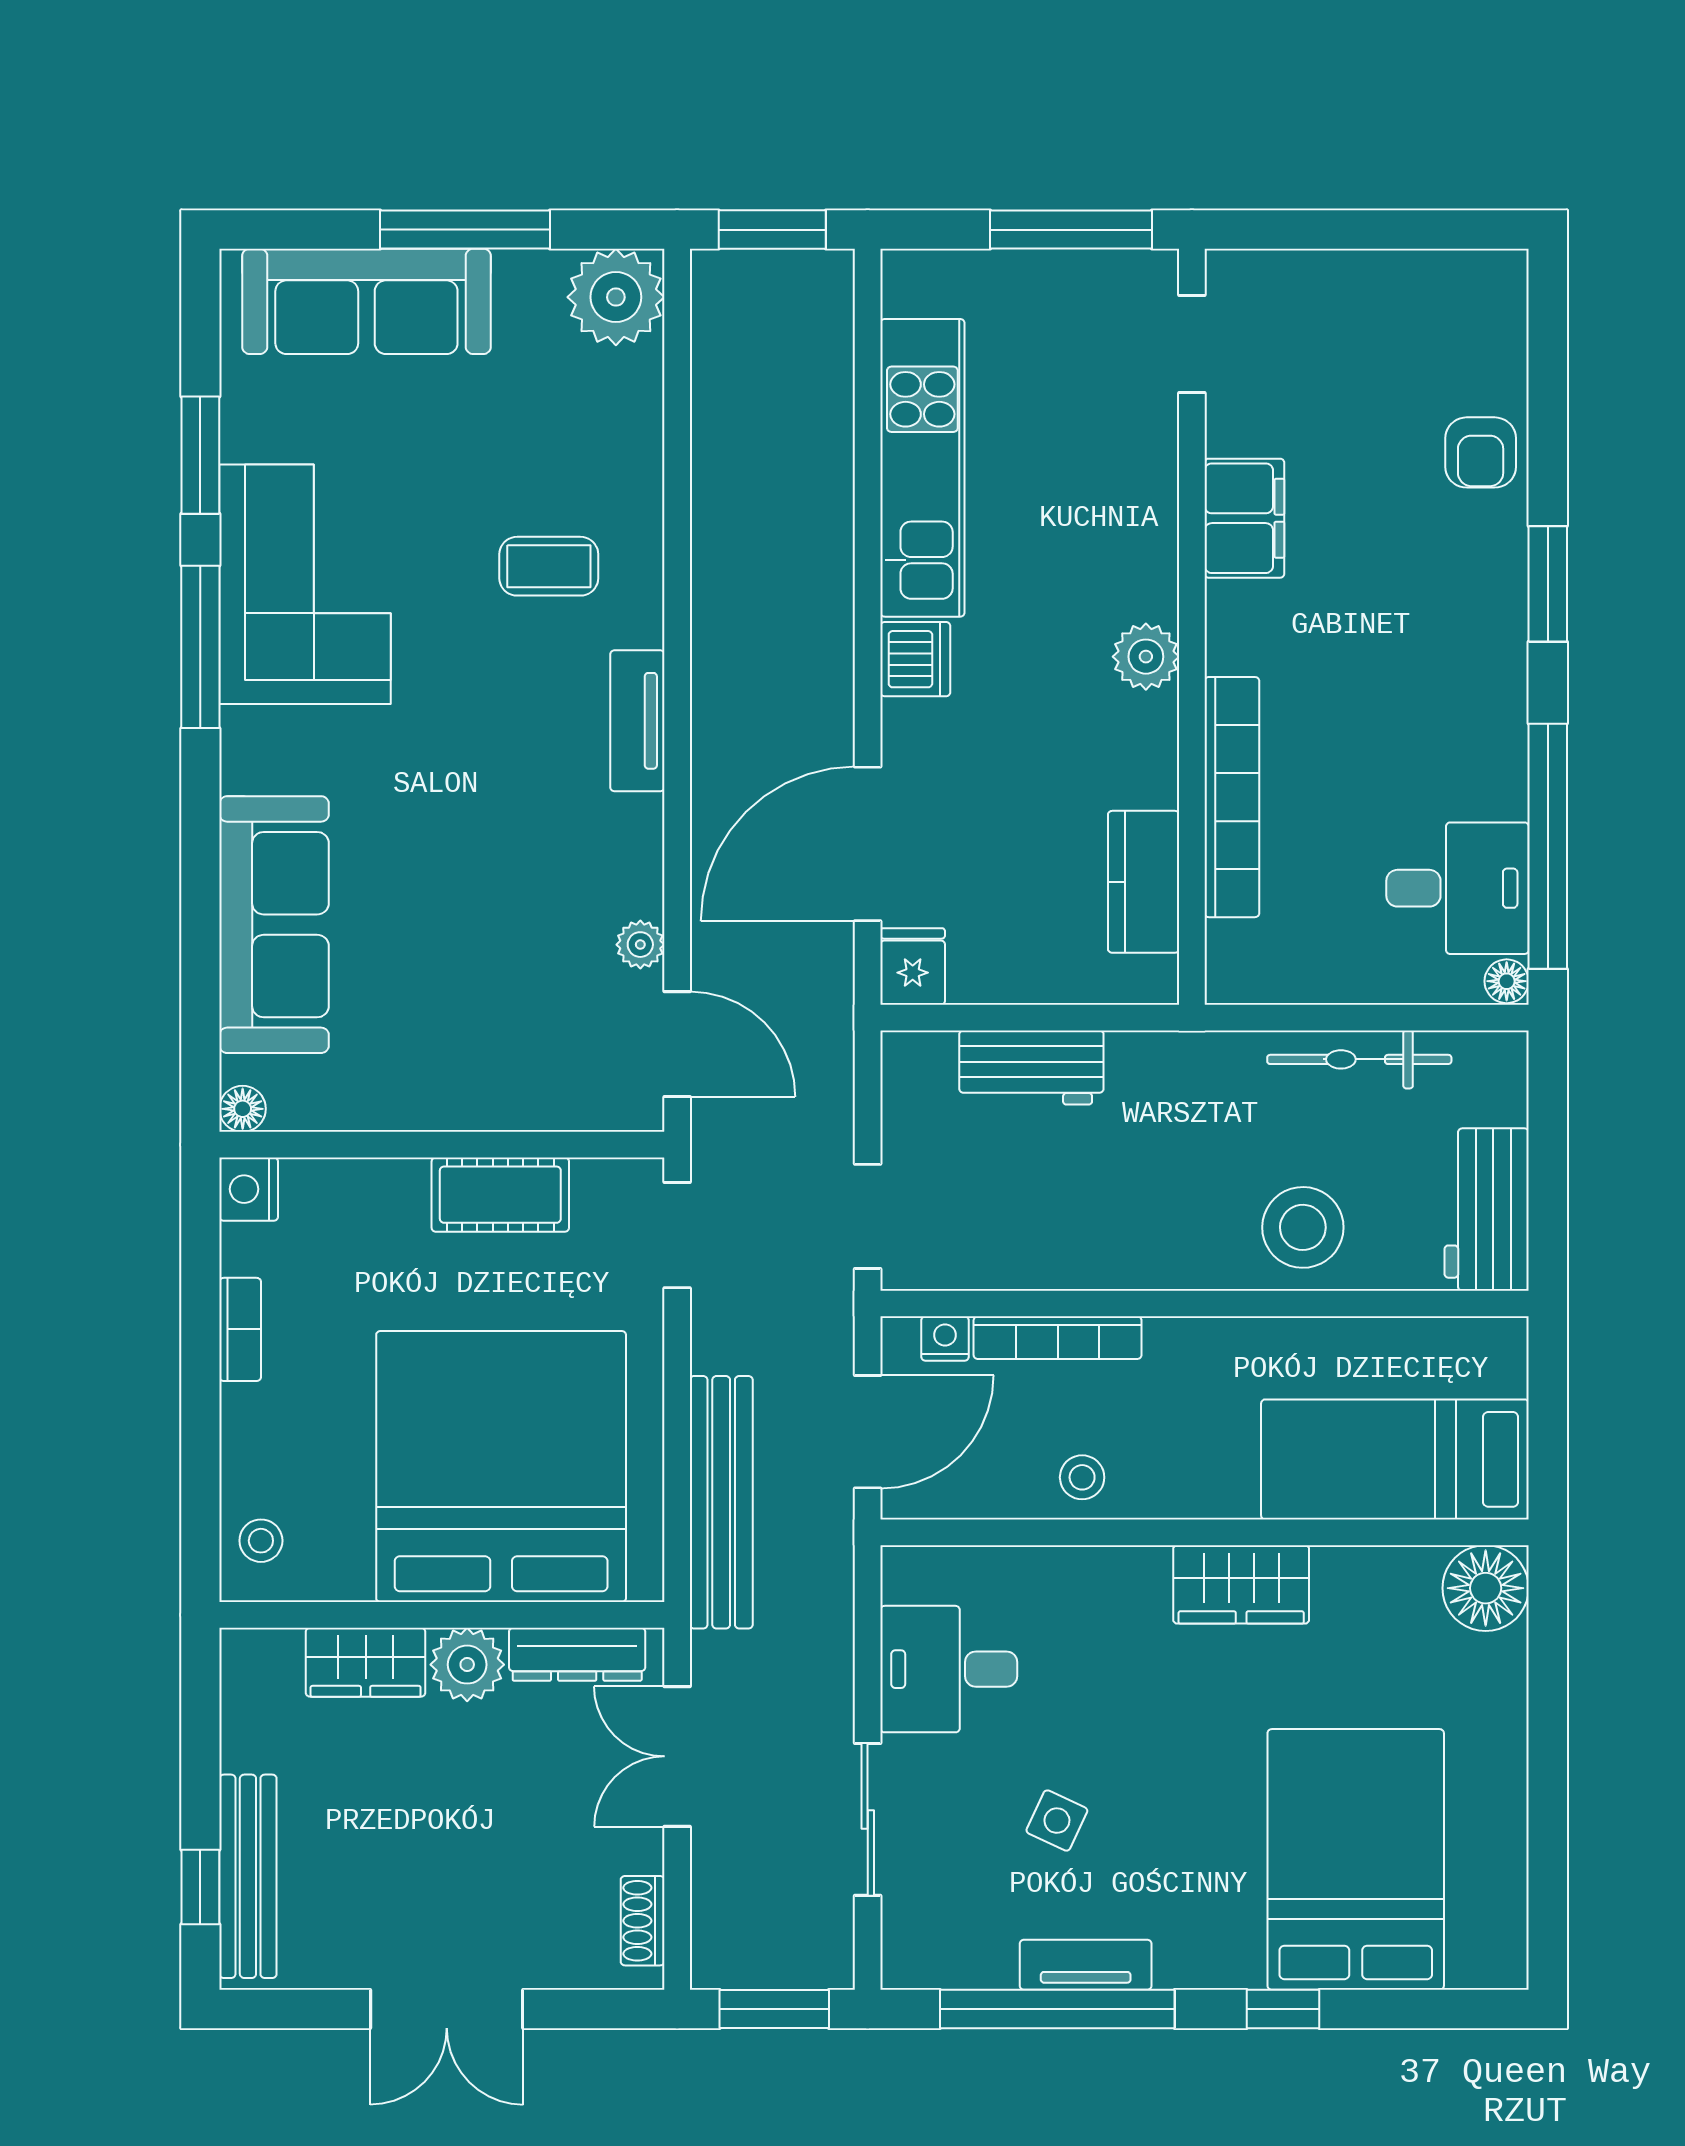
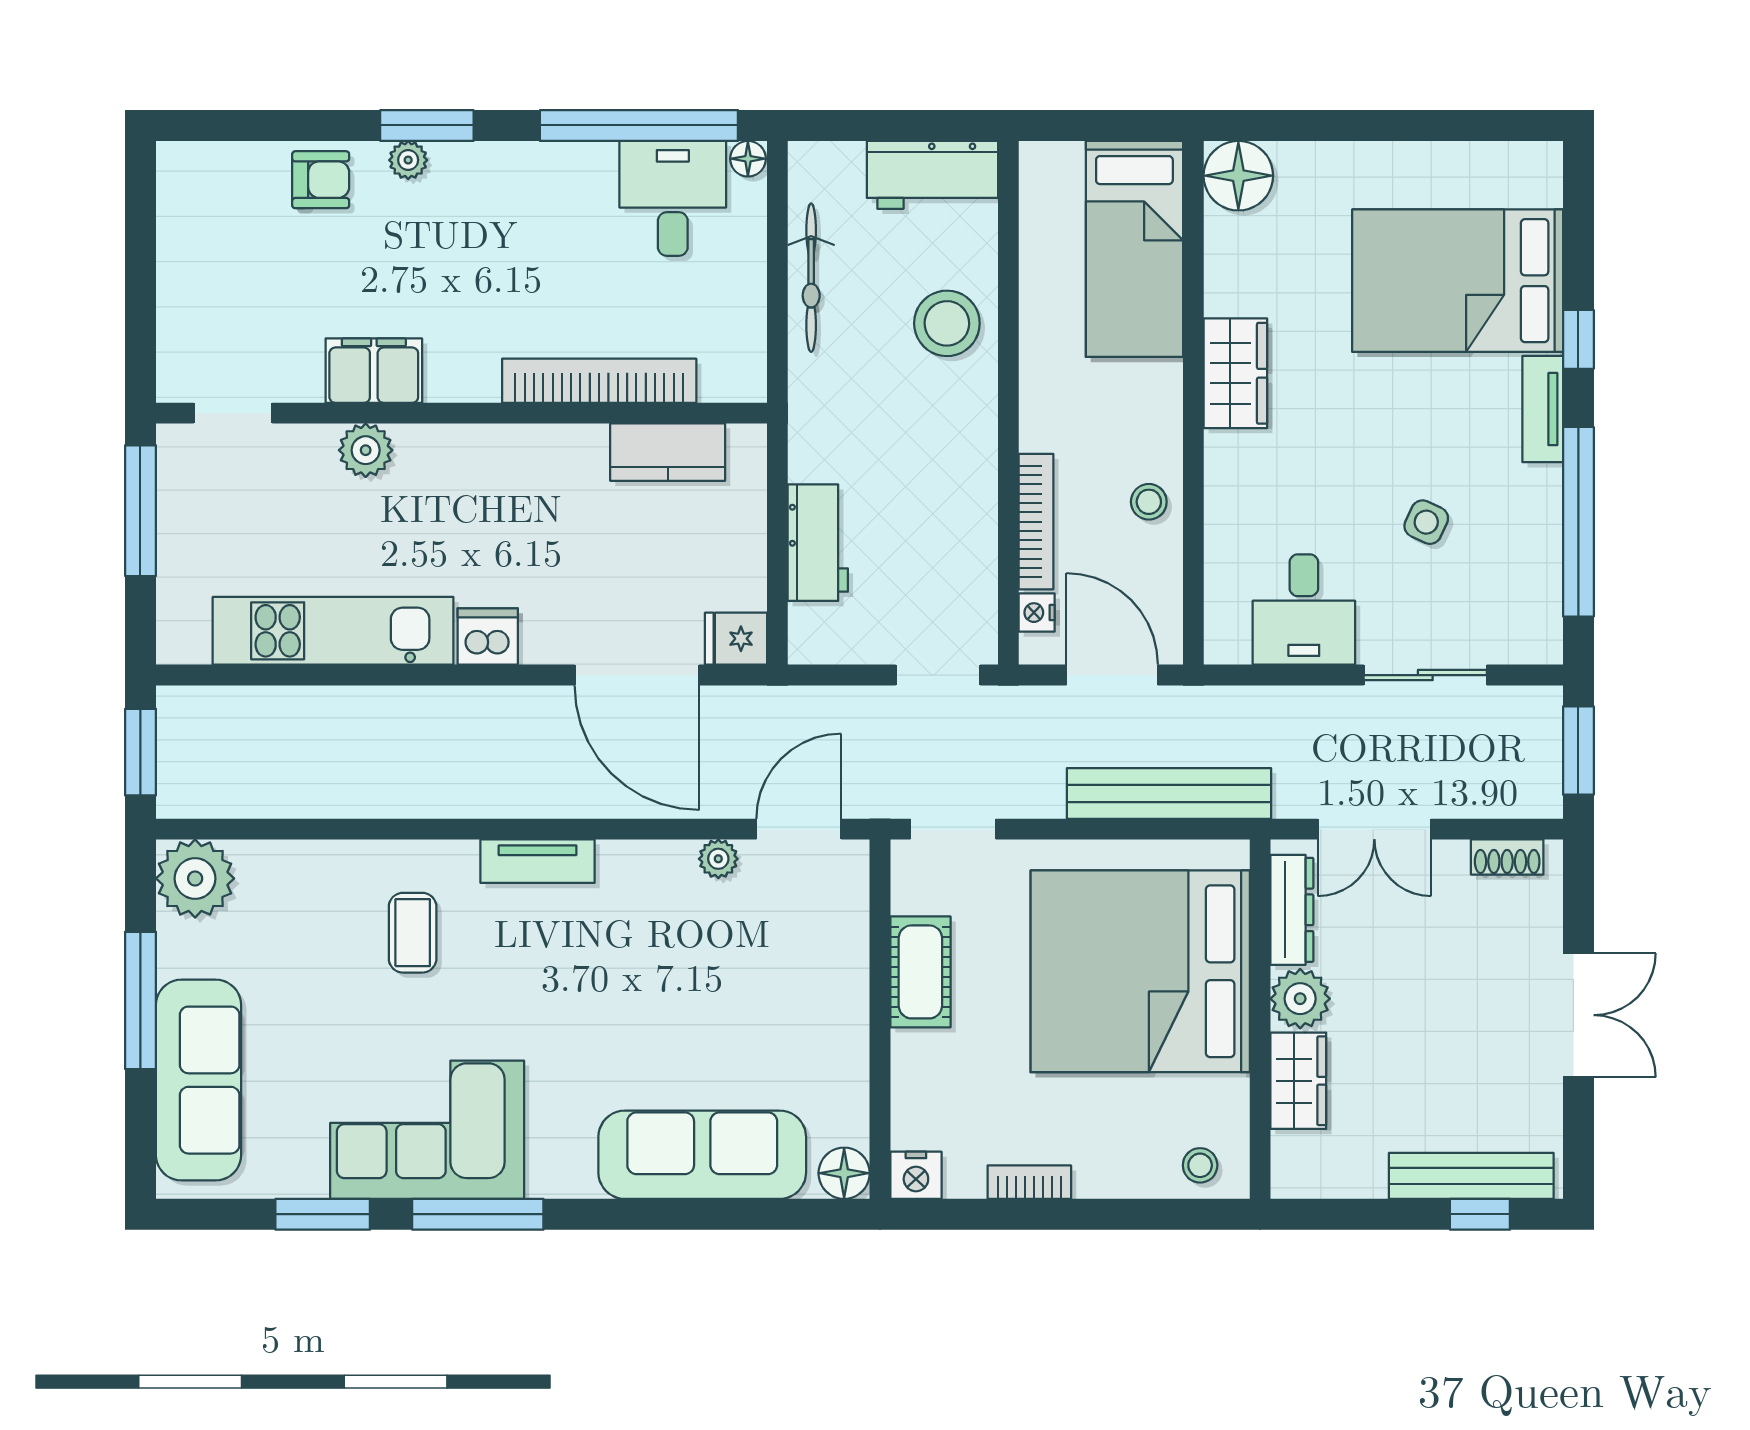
plant: (1505, 561) -> (408, 160), added
plant: (1146, 657) -> (366, 450), moved
floor lamp: (243, 1109) -> (844, 1173), width x1.37, depth x1.37
tv unit: (1086, 1965) -> (1543, 409), moved

